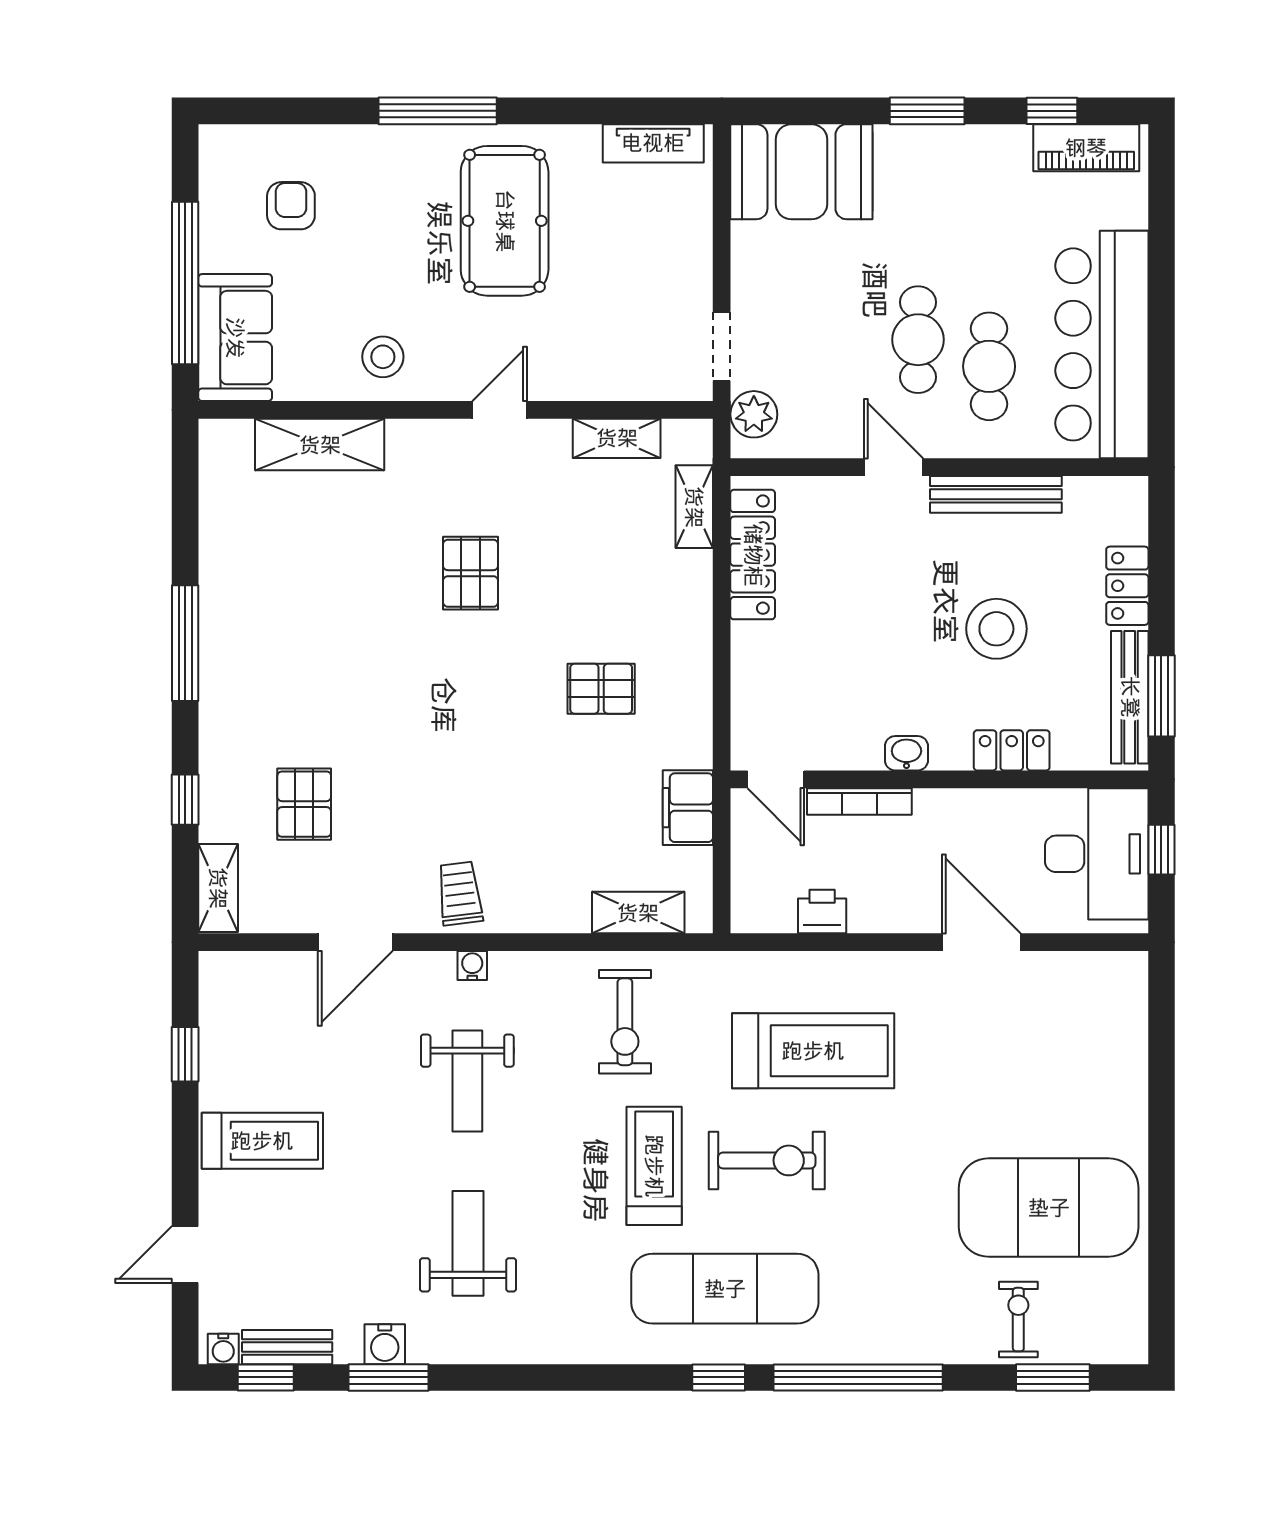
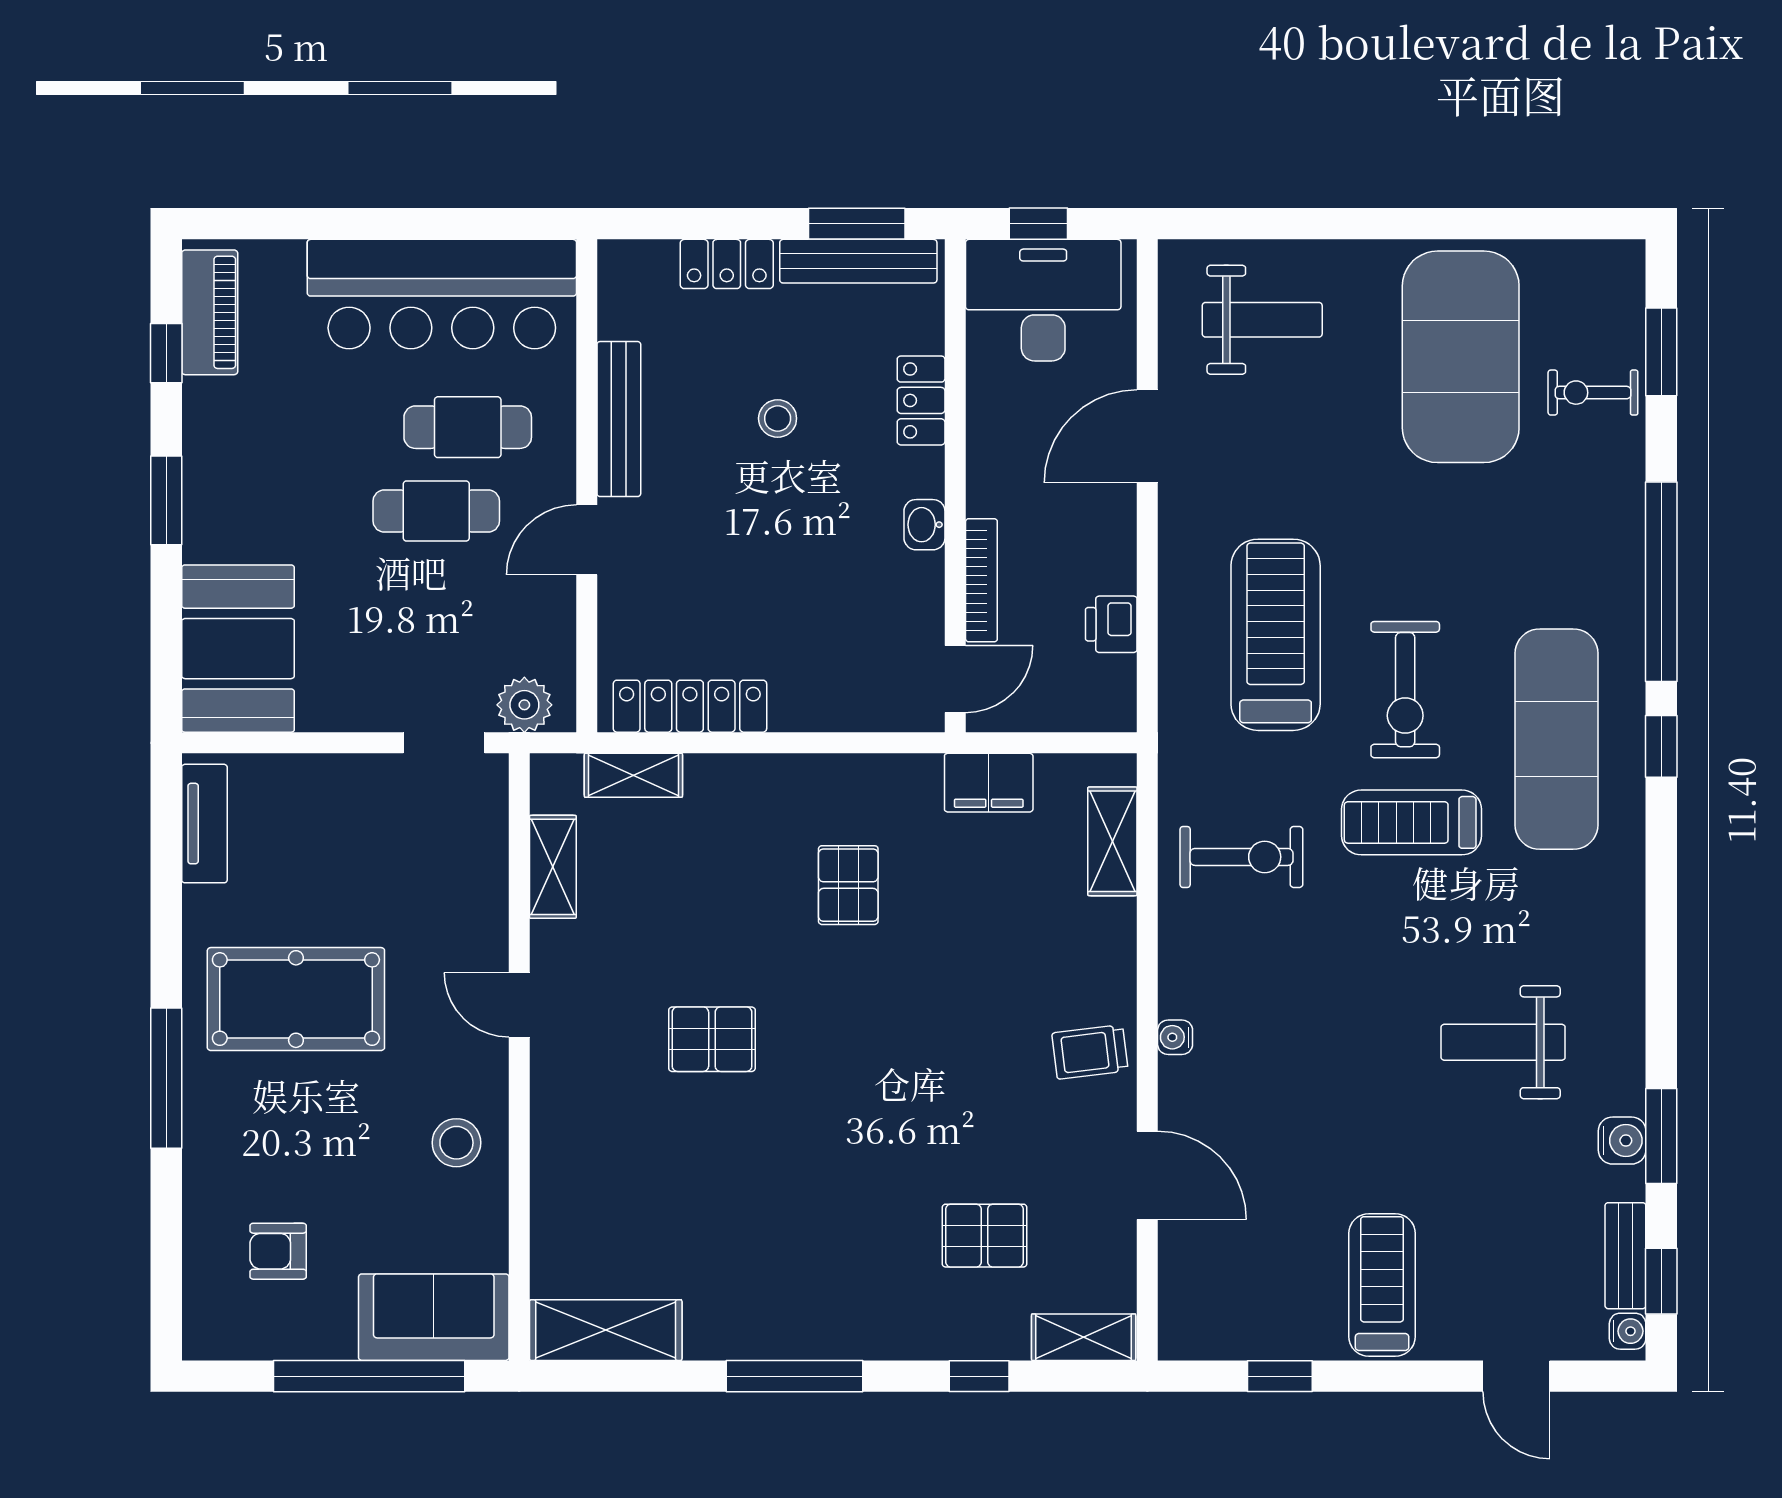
shelving: (320, 445) -> (606, 1330), moved, turned 90
stool: (996, 629) -> (778, 418), width x0.53, depth x0.53
weight bench: (467, 1081) -> (1262, 320), moved
exercise bike: (767, 1160) -> (1405, 690), turned 180

